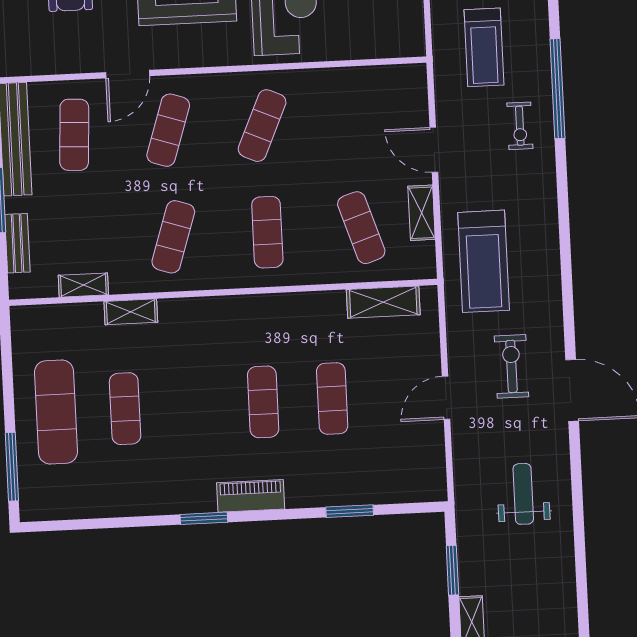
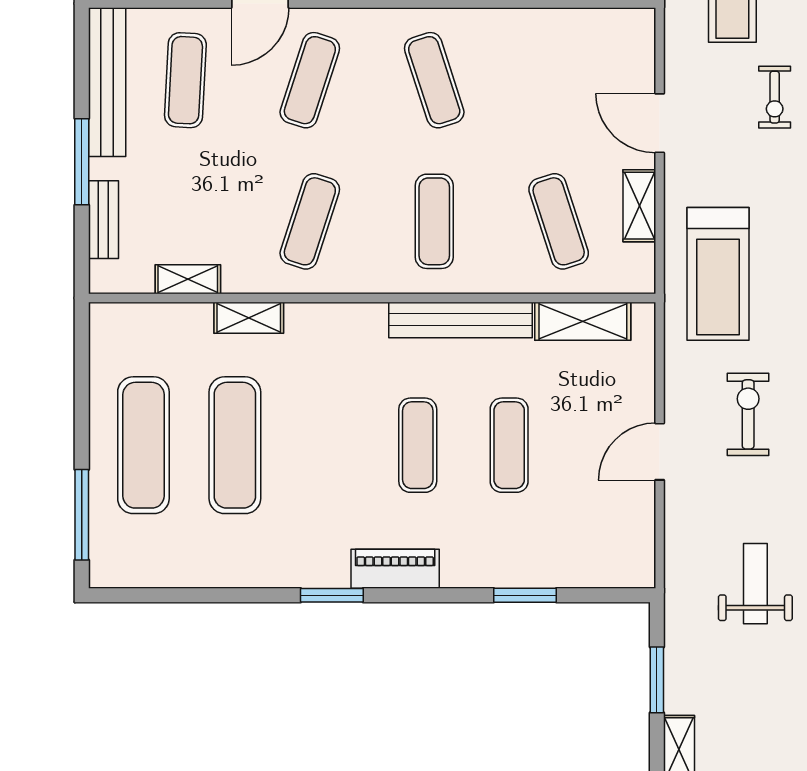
exercise mat: (262, 126) -> (434, 80), turned -42
bench: (291, 306) -> (461, 320), added
exercise mat: (125, 409) -> (235, 445), width x1.36, depth x1.45

